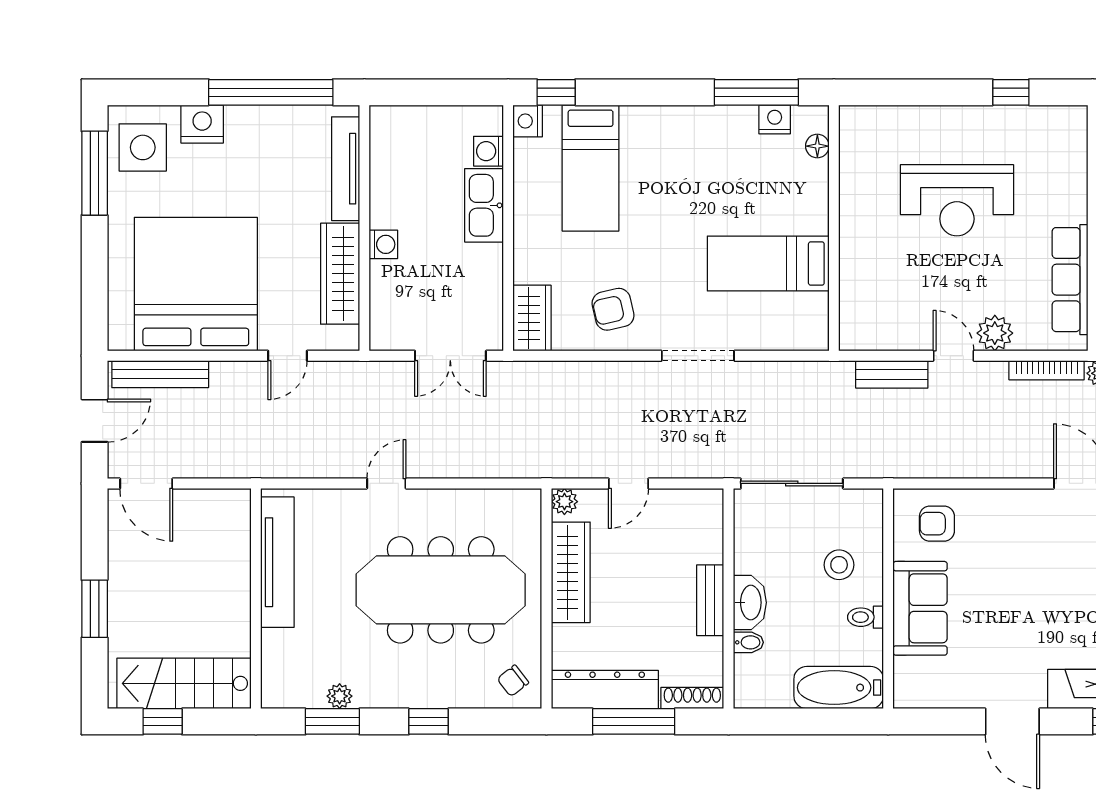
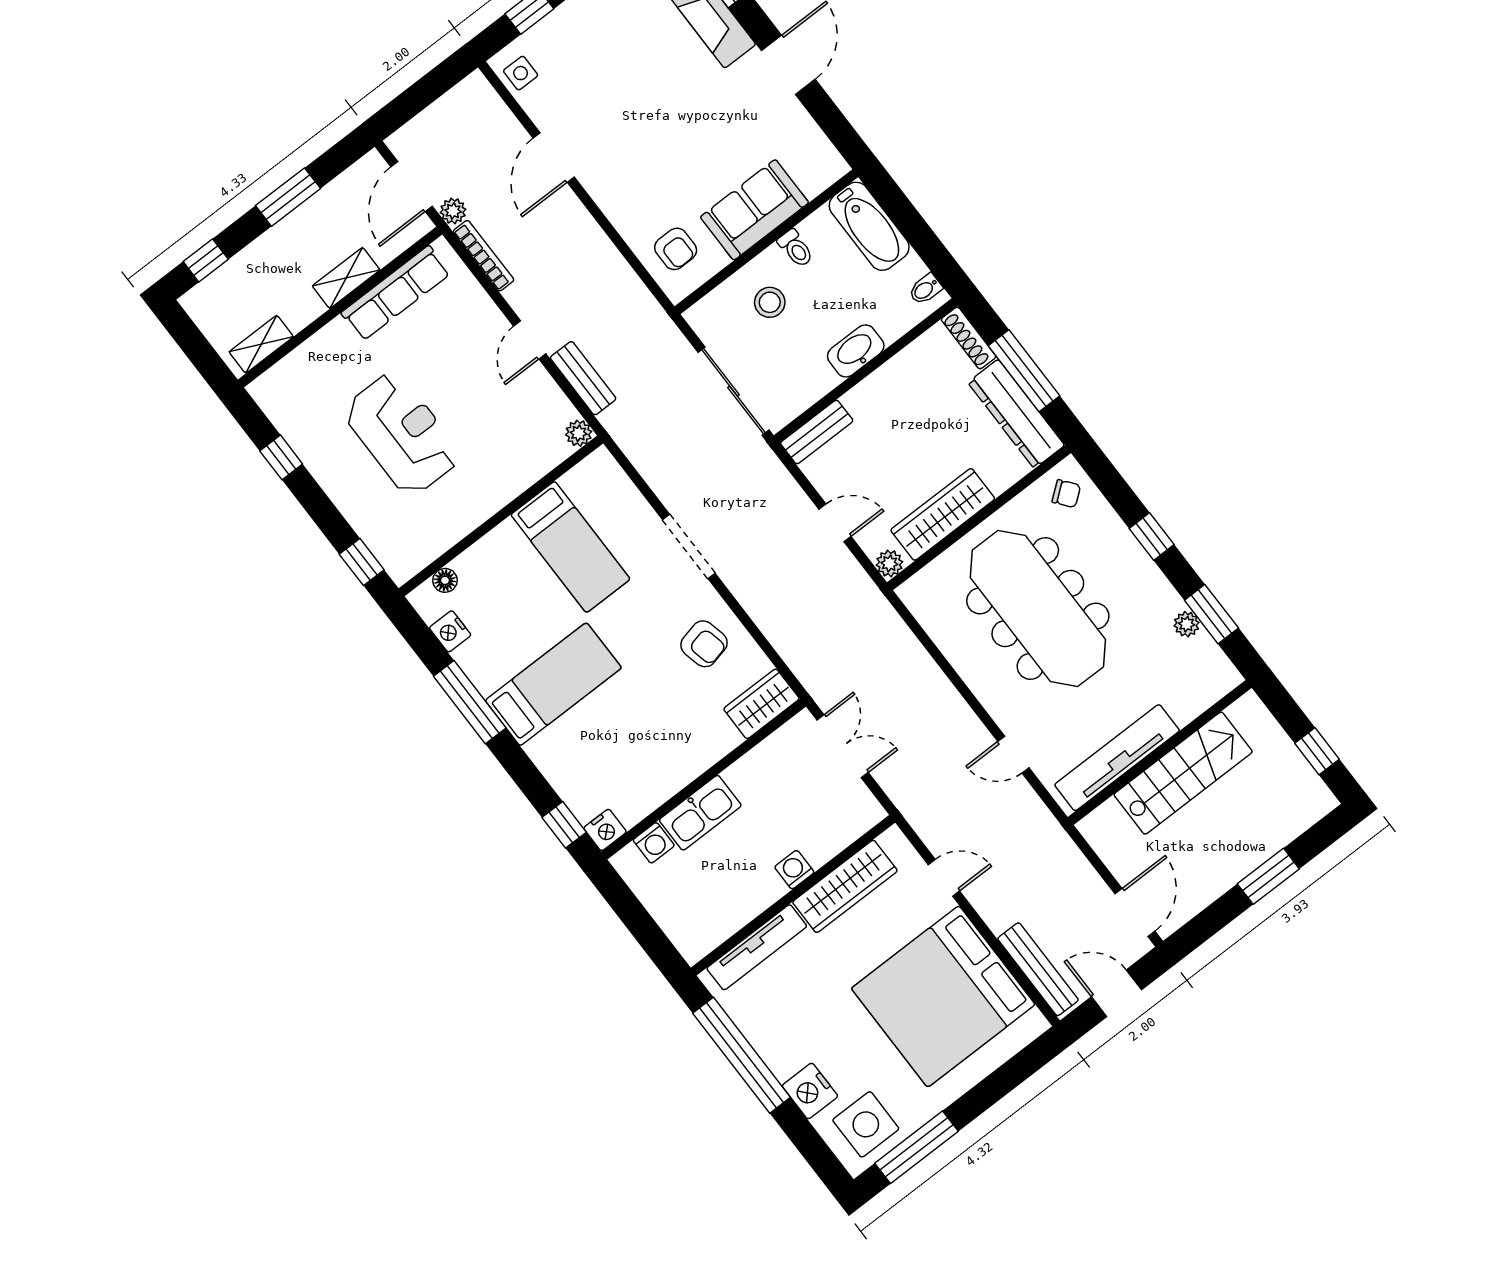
window: (756, 92) -> (470, 702), moved
window: (881, 92) -> (362, 562), added
bed: (591, 168) -> (553, 684), moved
plant: (995, 333) -> (579, 433), moved, width x0.73, depth x0.73
door: (386, 483) -> (1013, 755), moved
bench: (710, 600) -> (817, 432), moved
bidet: (748, 642) -> (925, 289), moved, turned -90
stairs: (184, 683) -> (1183, 773), moved, turned -90

